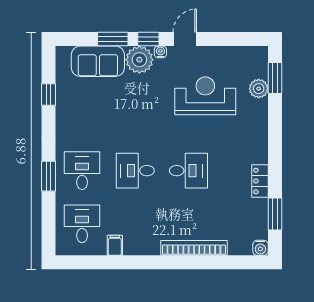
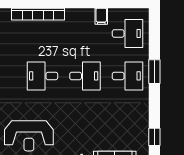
desk: (82, 171) -> (128, 76), turned -90
desk: (82, 224) -> (128, 33), turned -90

